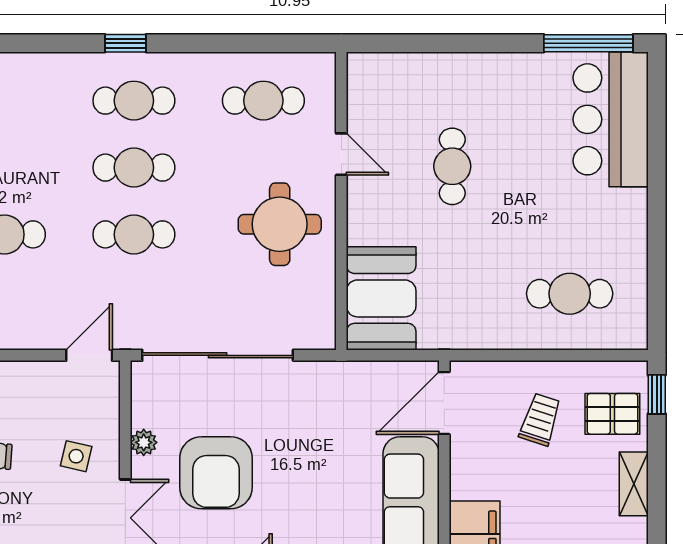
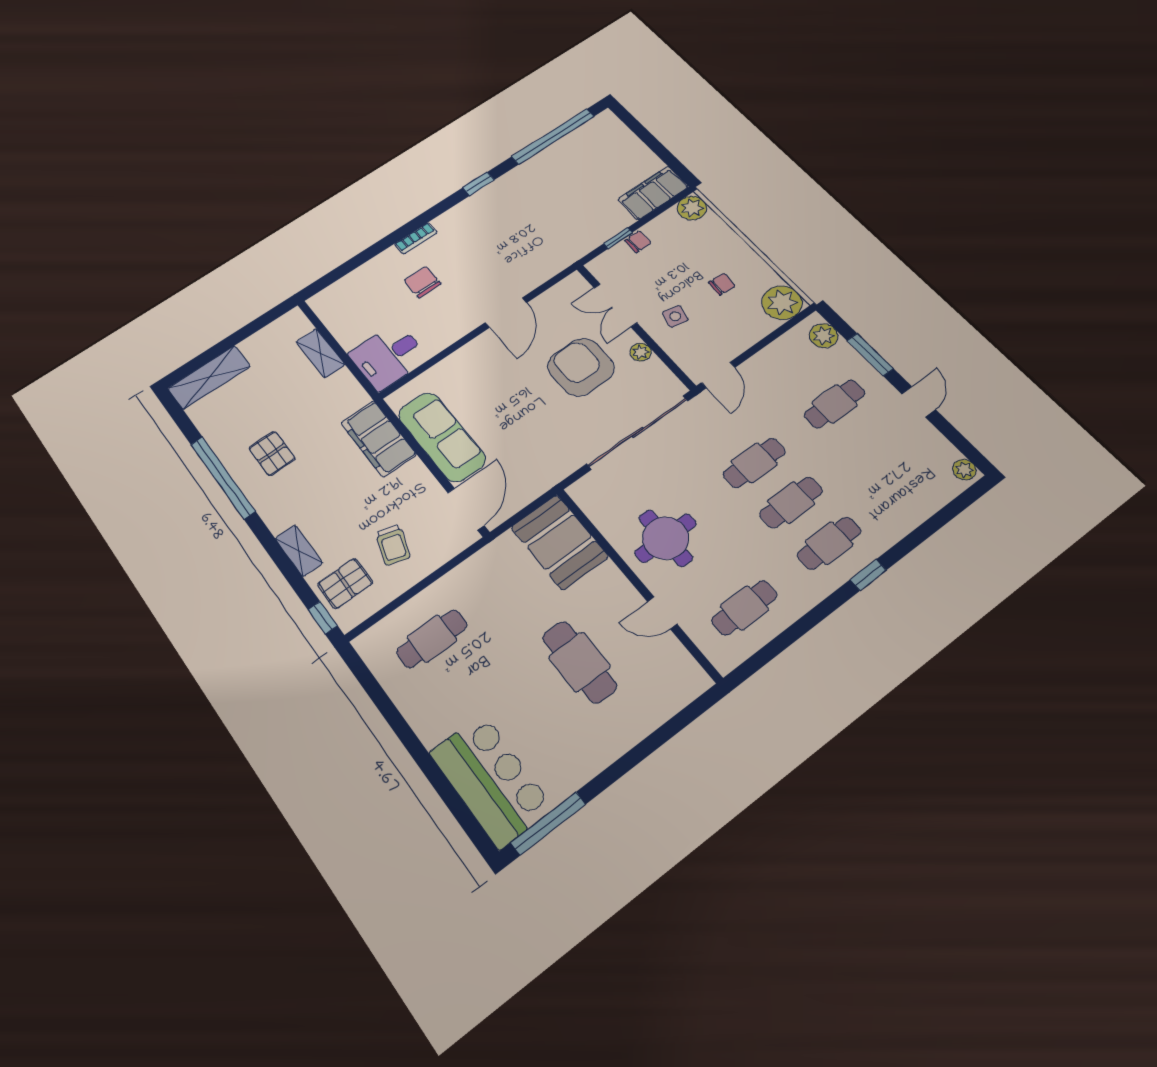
cafe table: (452, 166) -> (579, 662), width x1.37, depth x1.35

